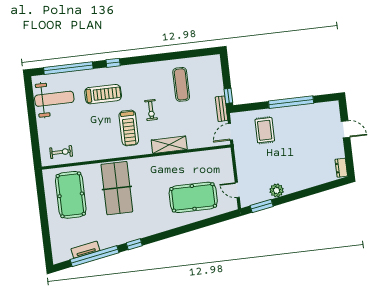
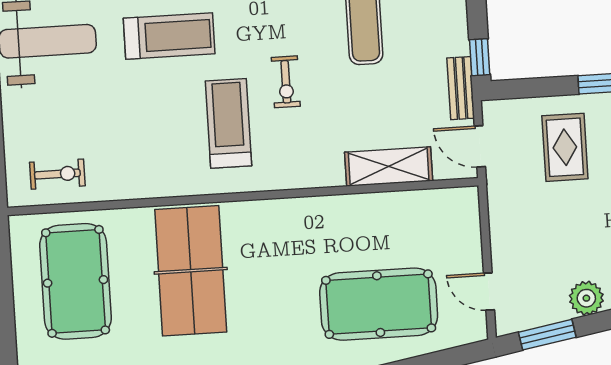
treadmill: (129, 128) -> (228, 123), turned 180
door: (230, 132) -> (480, 146), hinge flipped
shelving: (169, 145) -> (389, 167), moved

